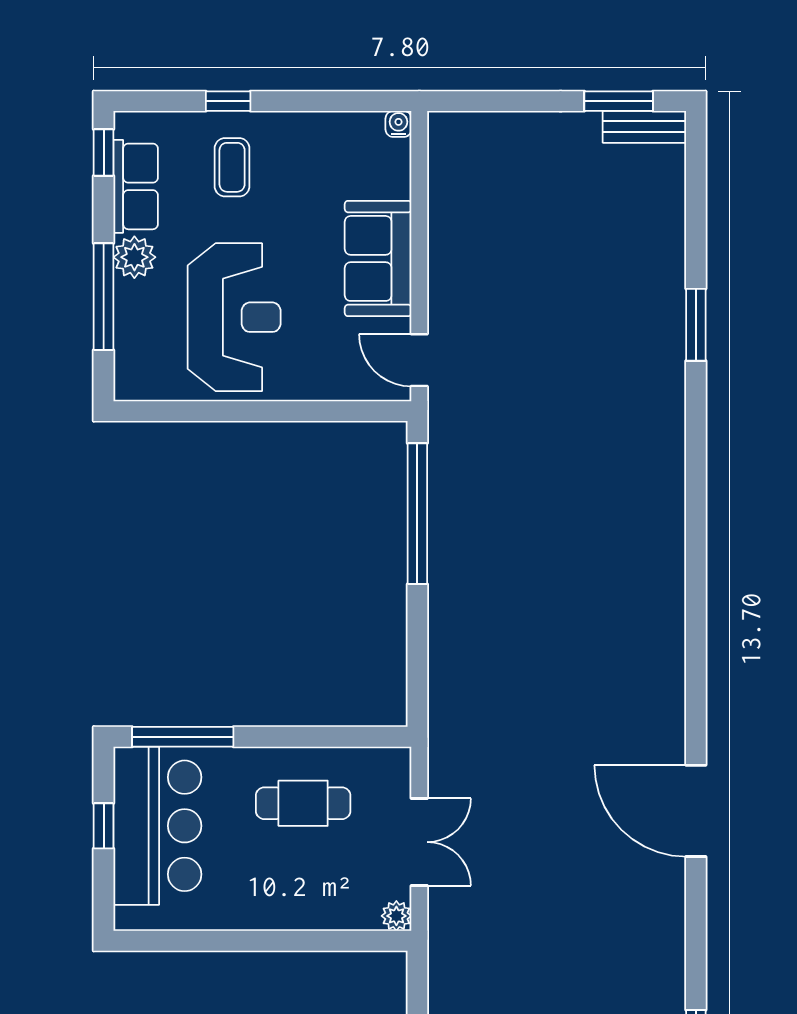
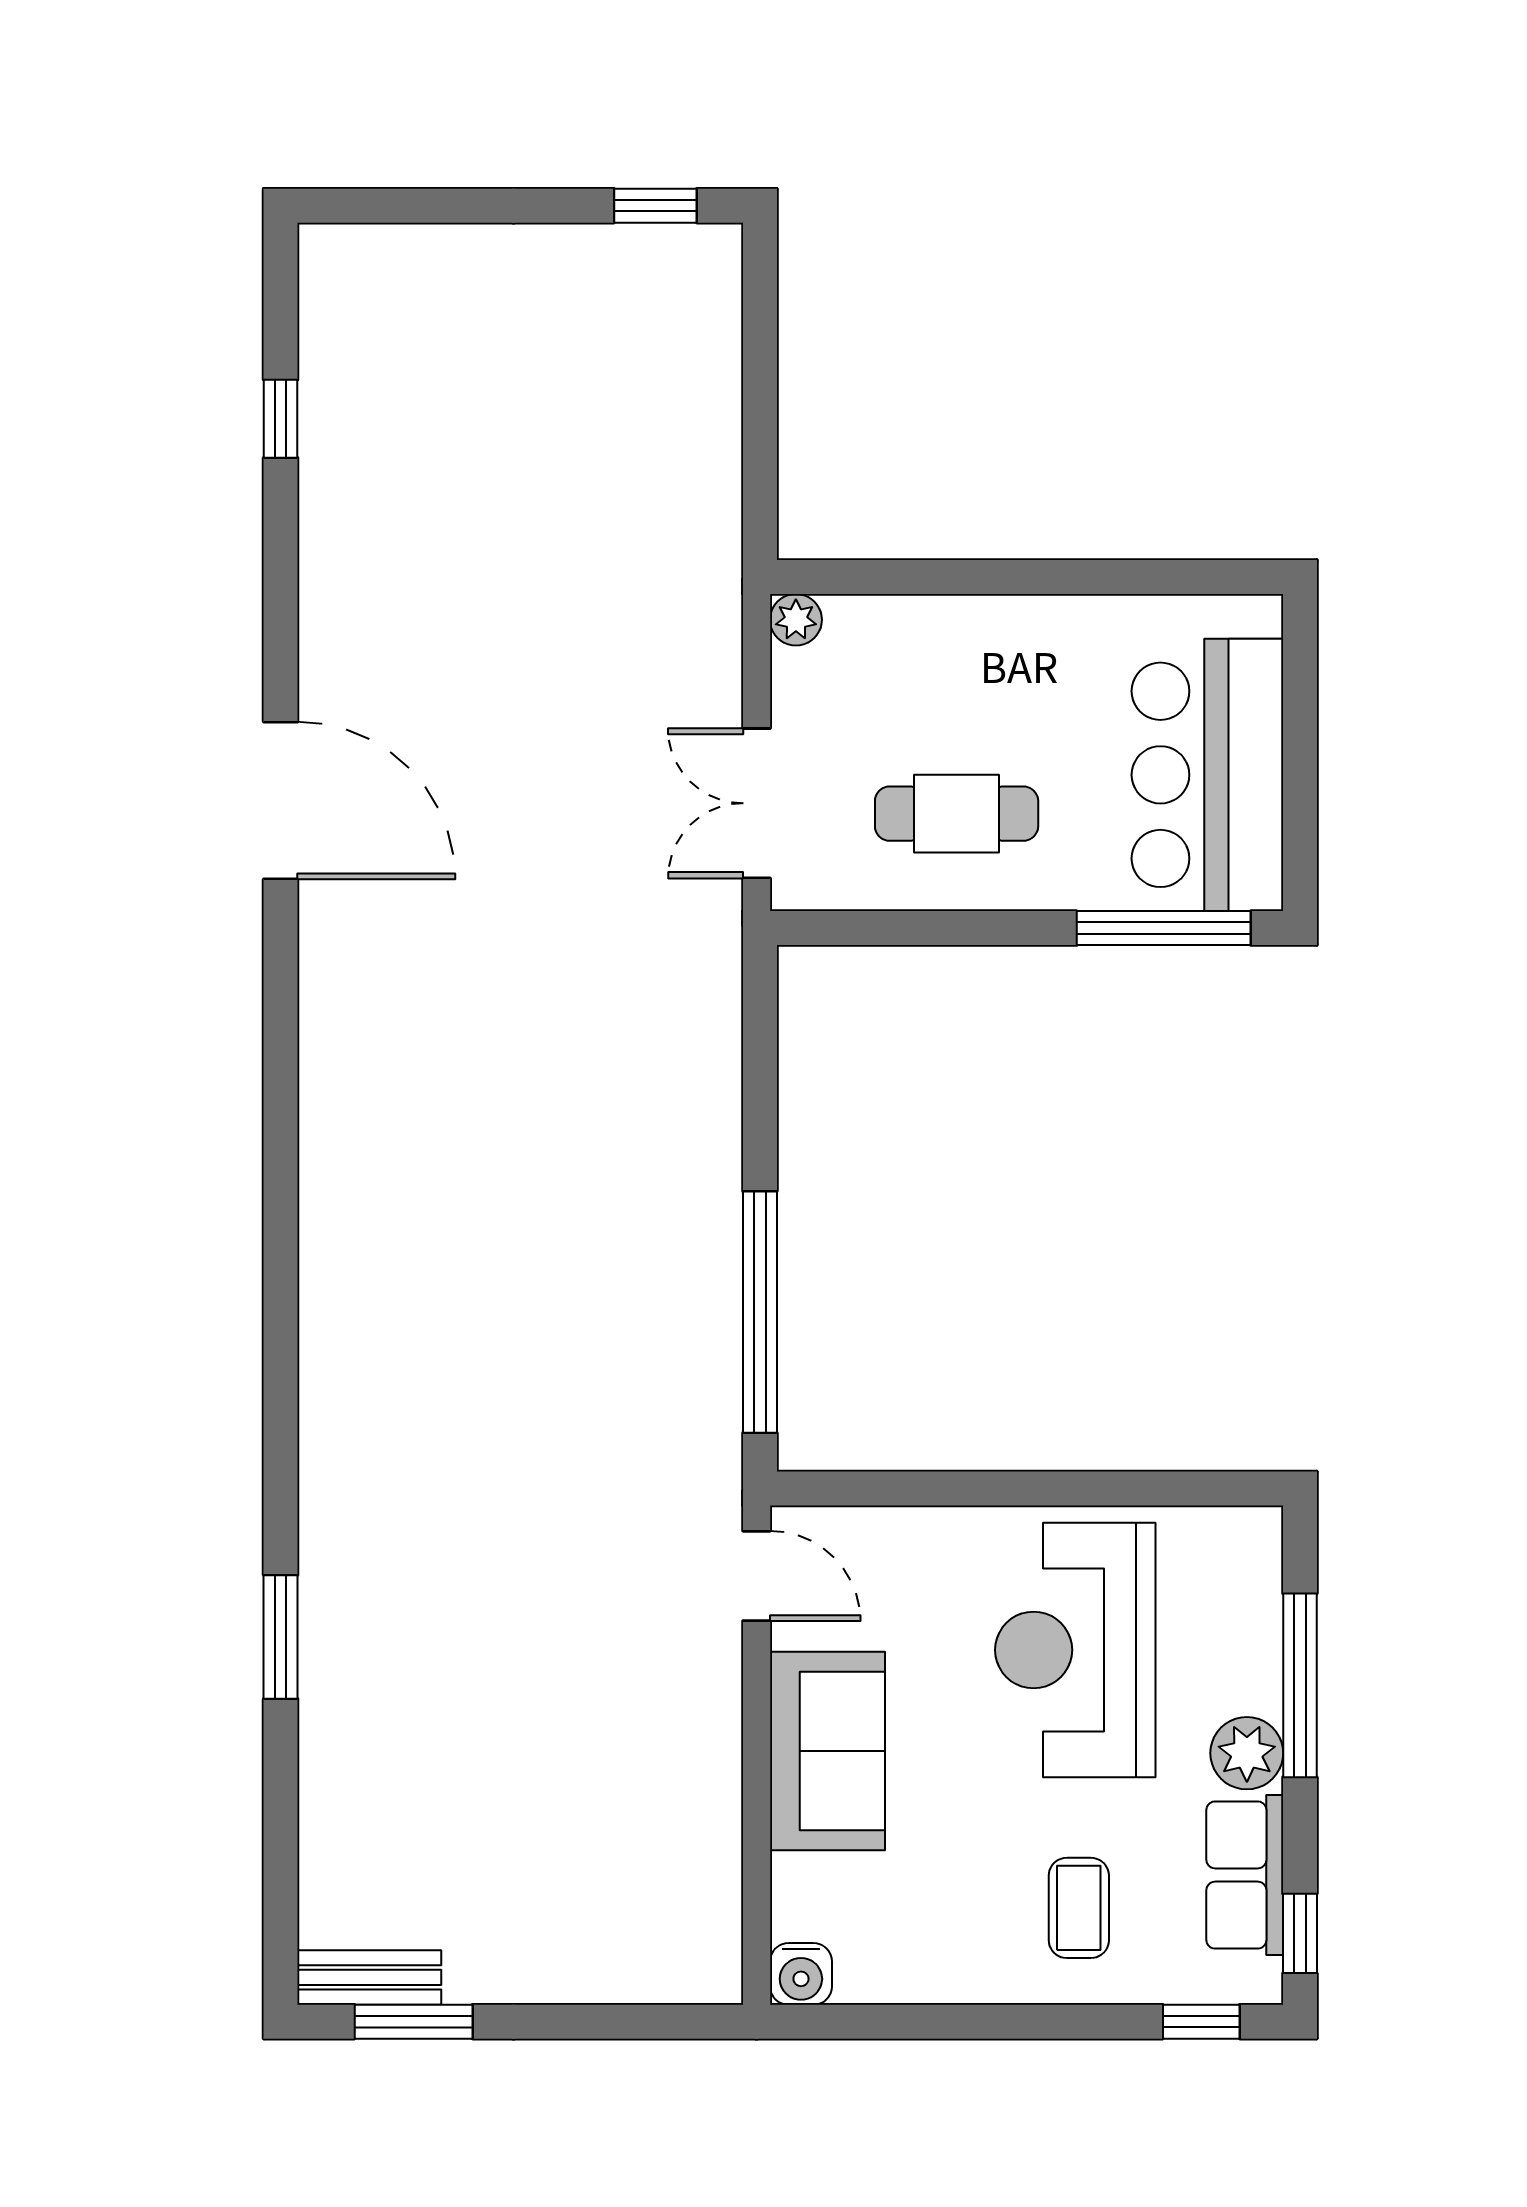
window: (228, 101) -> (1201, 2022), moved
water cooler: (398, 124) -> (801, 1974), width x1.38, depth x1.38
window: (104, 826) -> (1300, 775), removed
double door: (419, 842) -> (757, 803), moved

